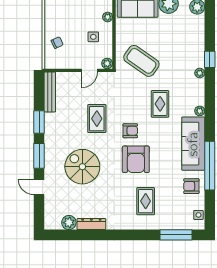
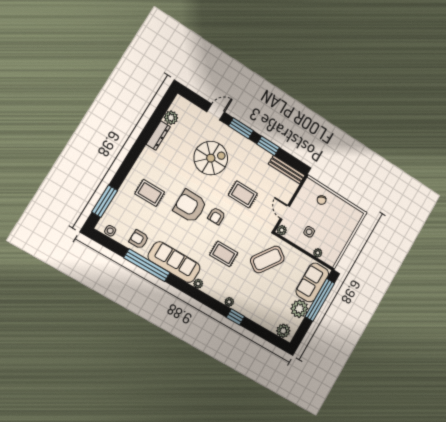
armchair: (191, 186) -> (139, 239), turned -90

